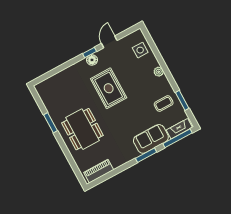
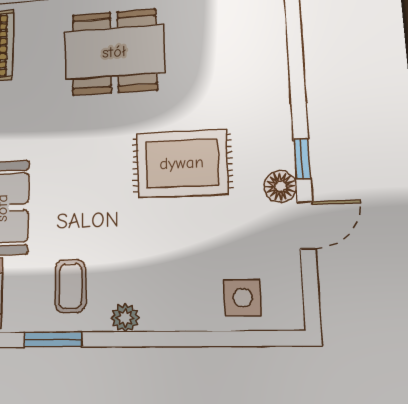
door: (109, 42) -> (306, 225), hinge flipped
floor lamp: (92, 60) -> (280, 186), moved
plant: (159, 72) -> (125, 318), moved

